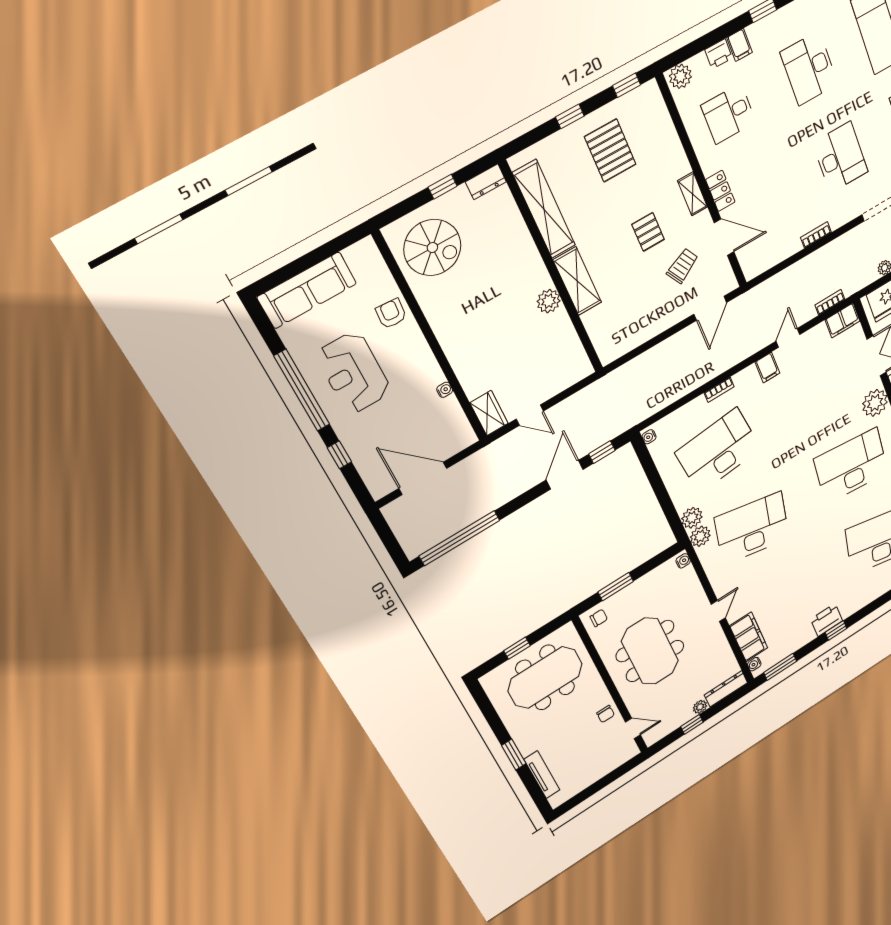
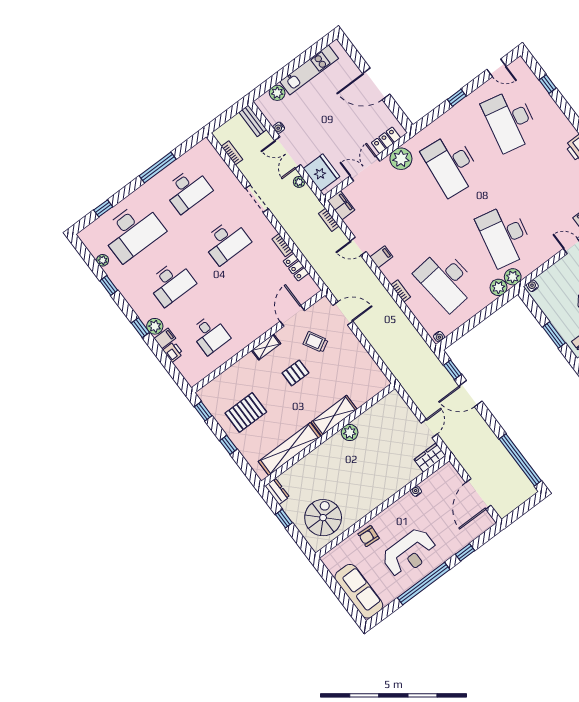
plant: (680, 76) -> (155, 326), moved
desk: (840, 157) -> (226, 242), turned 180
locker: (720, 191) -> (296, 267), moved, turned -90

